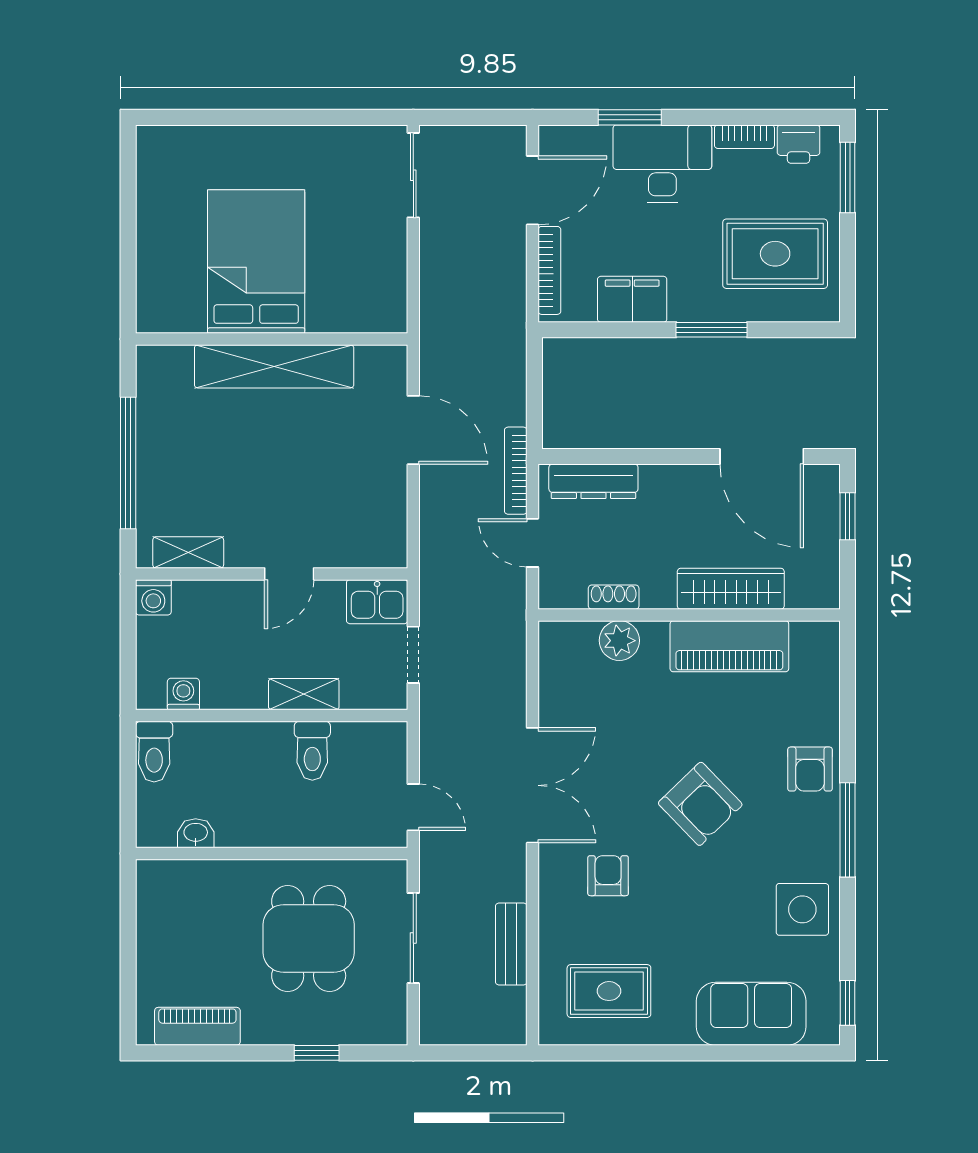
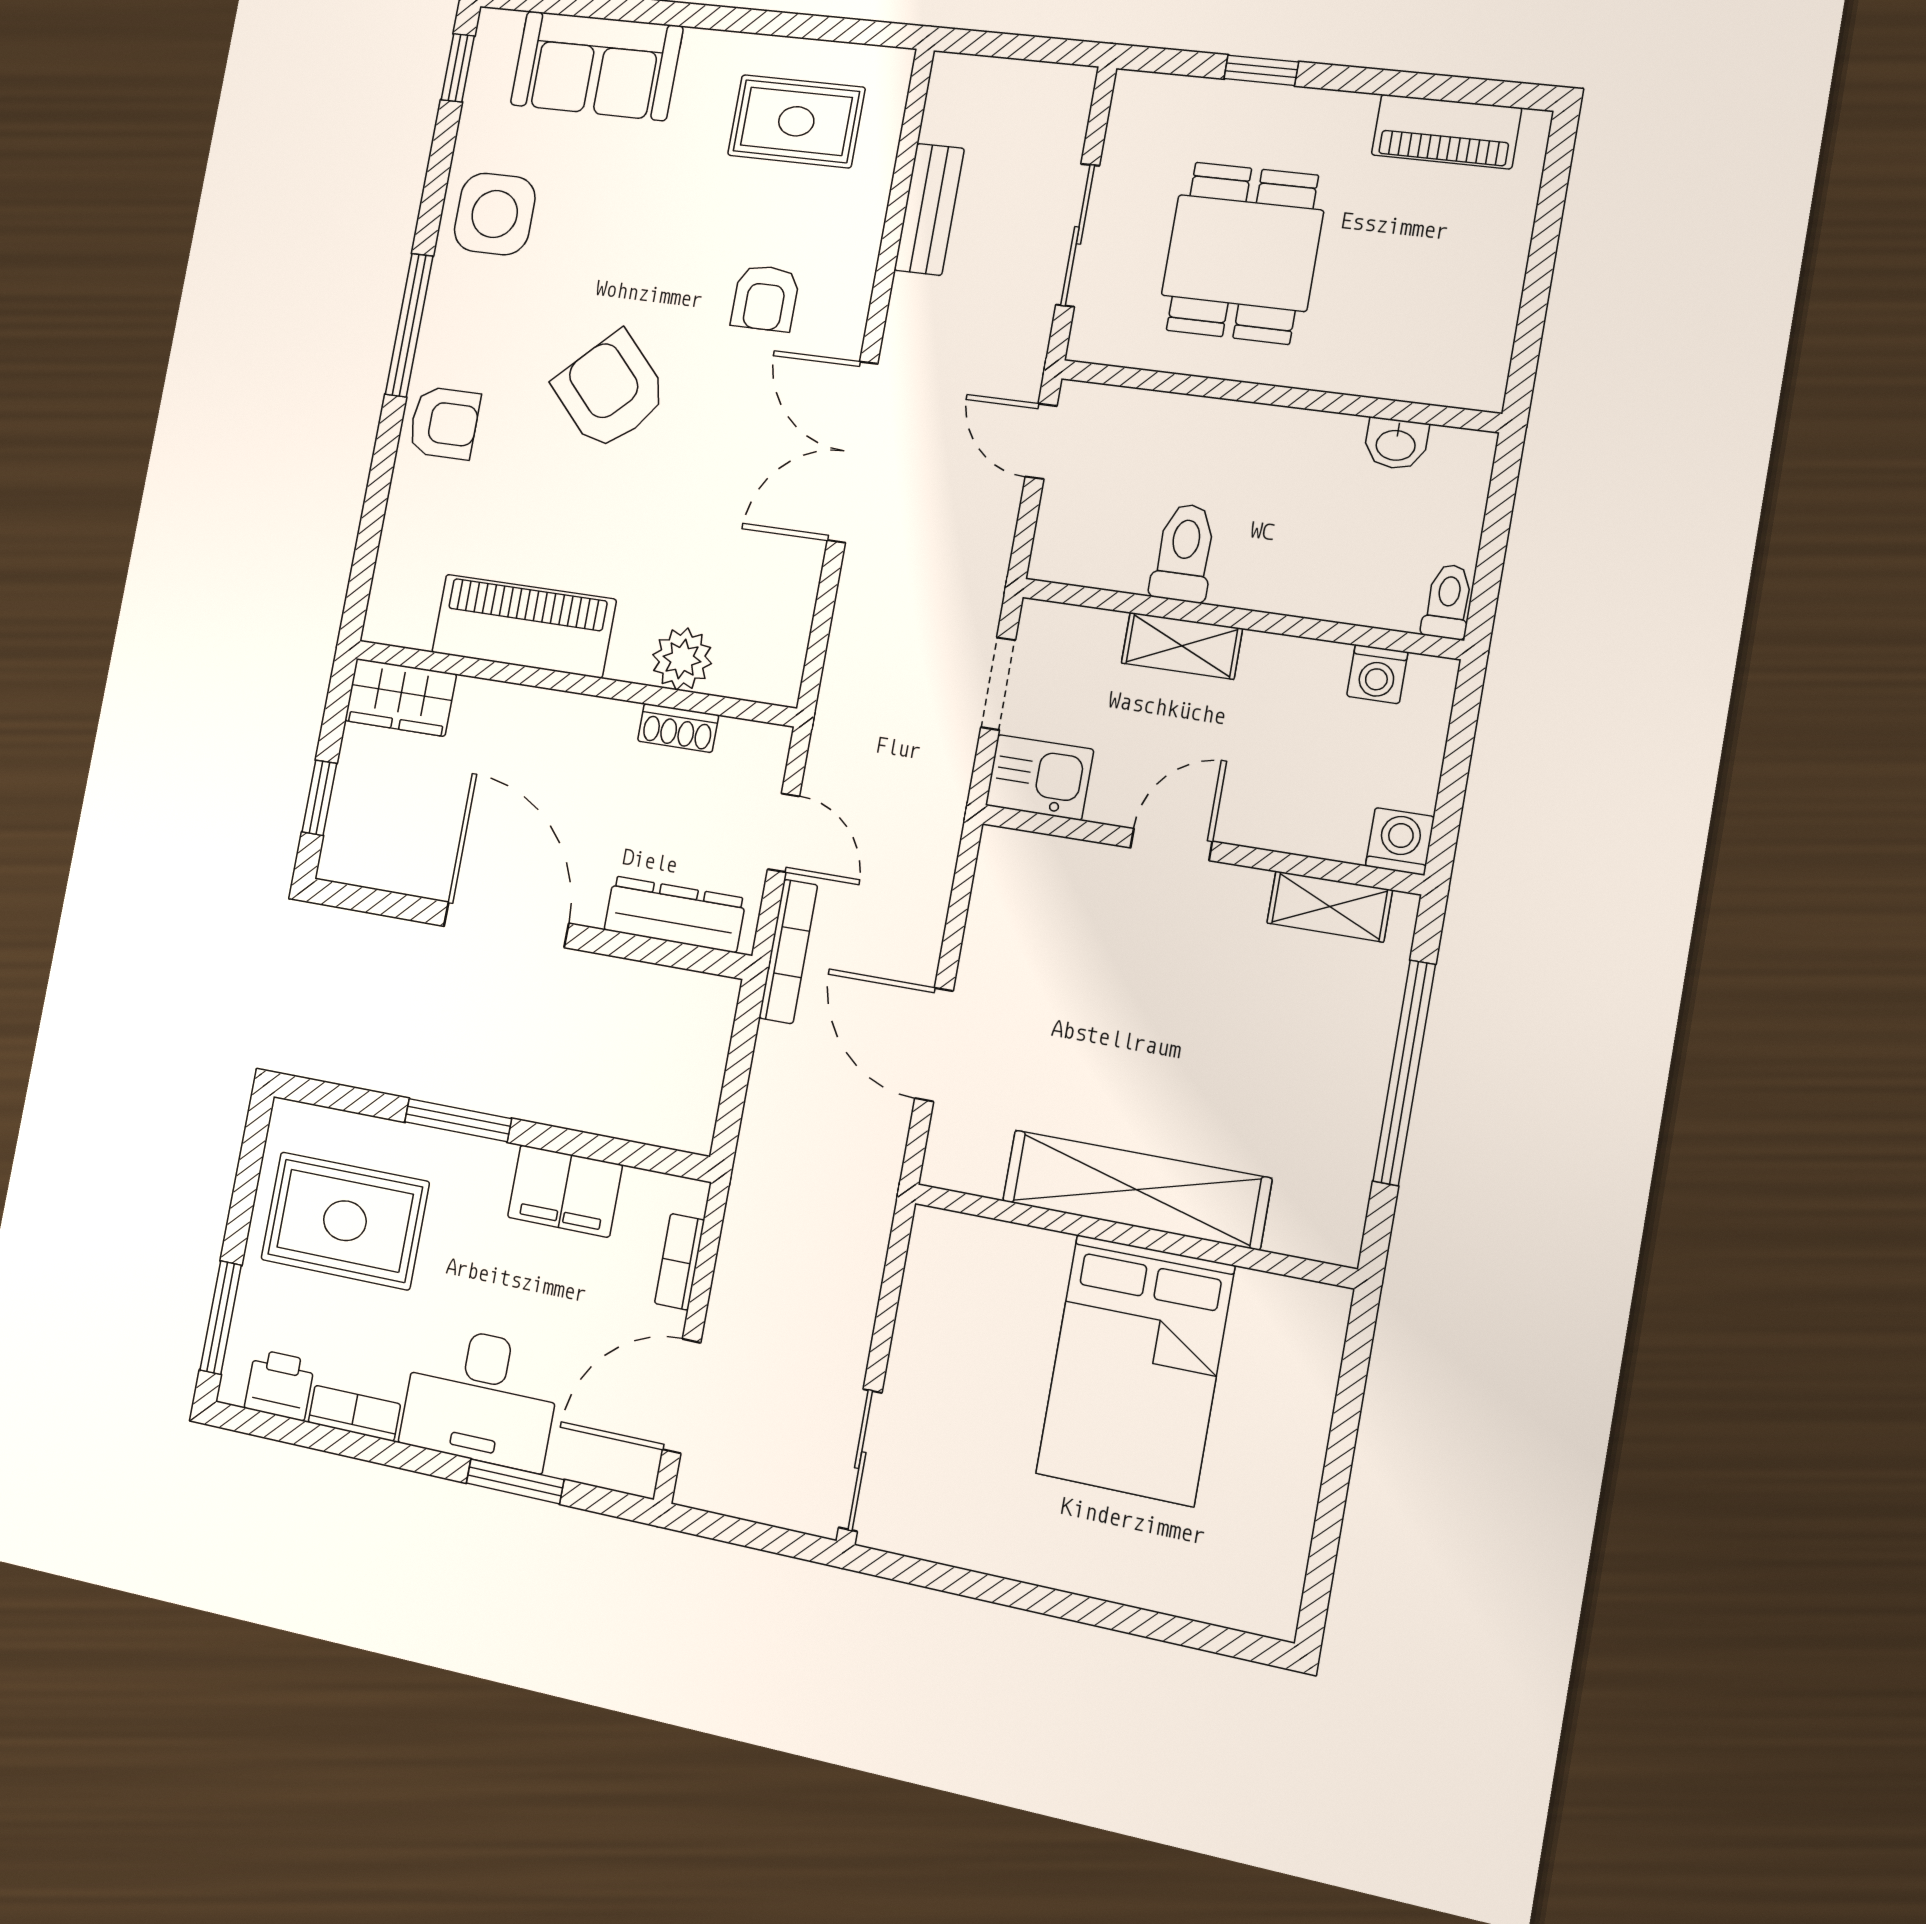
bookcase: (549, 270) -> (680, 1262), width x0.64
door: (762, 456) -> (506, 925), moved
wardrobe: (731, 589) -> (400, 697), moved, width x0.67
toilet: (154, 752) -> (1448, 601), width x0.73, depth x0.72
armchair: (810, 769) -> (444, 423), turned 90

